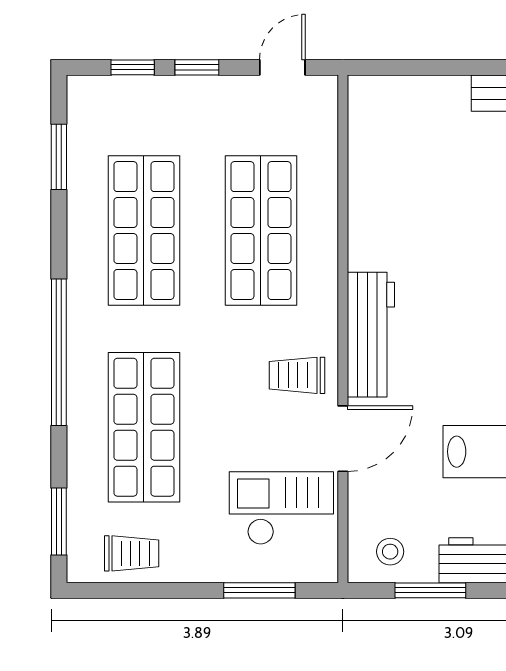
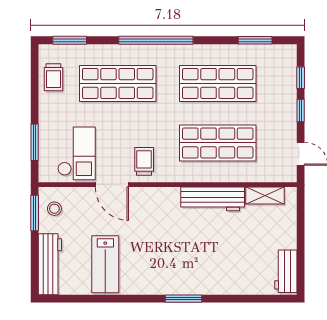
shelving: (364, 138) -> (265, 196), added
workbench: (371, 335) -> (213, 199), moved
window: (430, 590) -> (35, 213), moved

